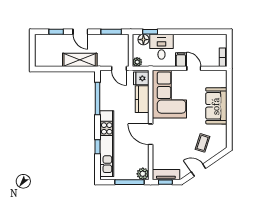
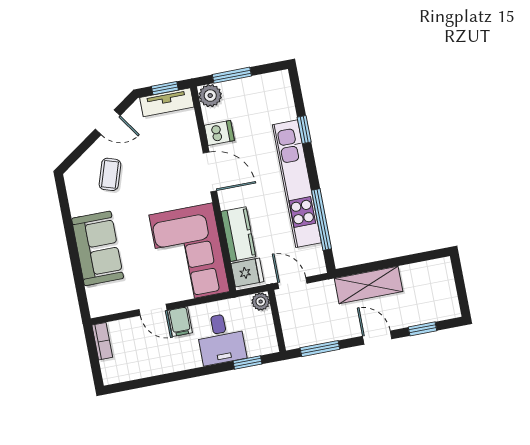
floor lamp: (143, 40) -> (257, 346), removed
kitchen unit: (107, 144) -> (297, 184), moved
dishwasher: (142, 154) -> (219, 133), added
window: (130, 182) -> (232, 75), width x0.69

